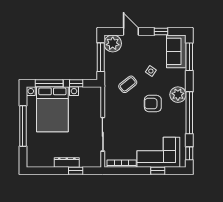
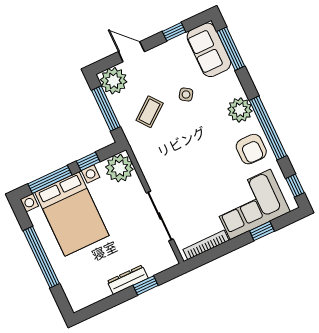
coffee table: (128, 84) -> (150, 112), moved
plant: (92, 96) -> (119, 168), added
armchair: (153, 104) -> (251, 149), moved, turned -90

